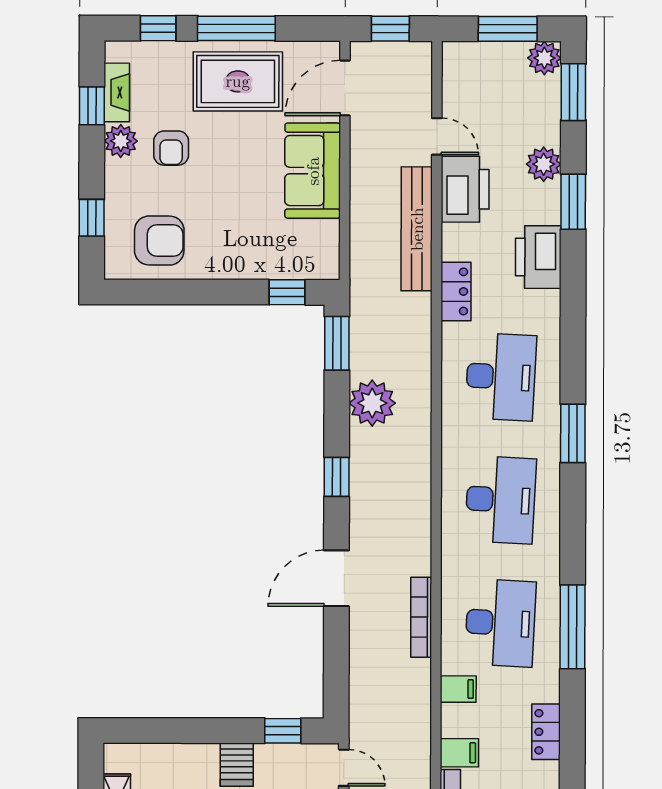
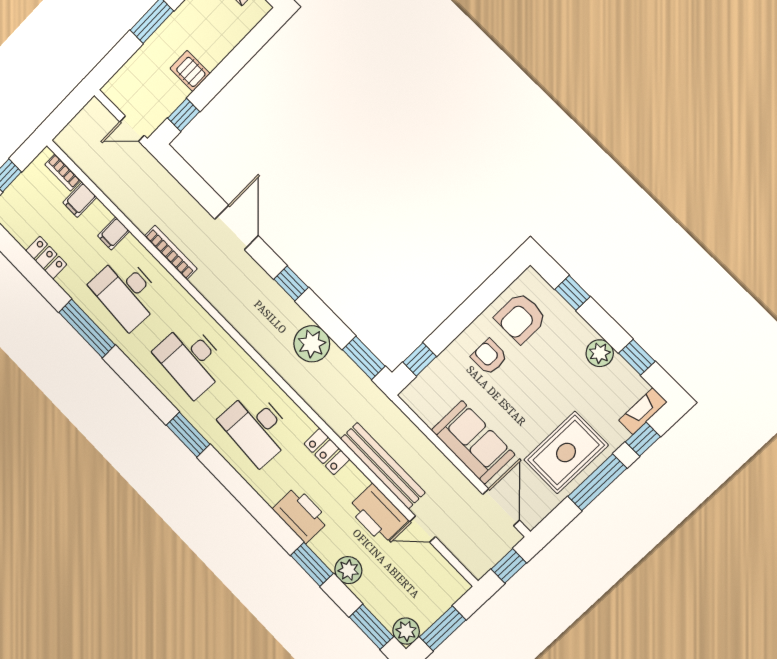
fireplace: (117, 92) -> (643, 411), moved, turned 90
armchair: (171, 148) -> (489, 357), moved

